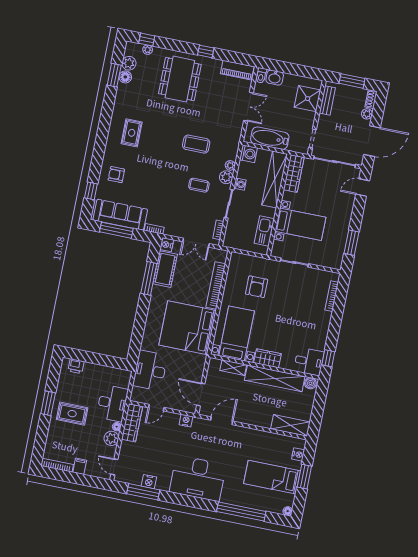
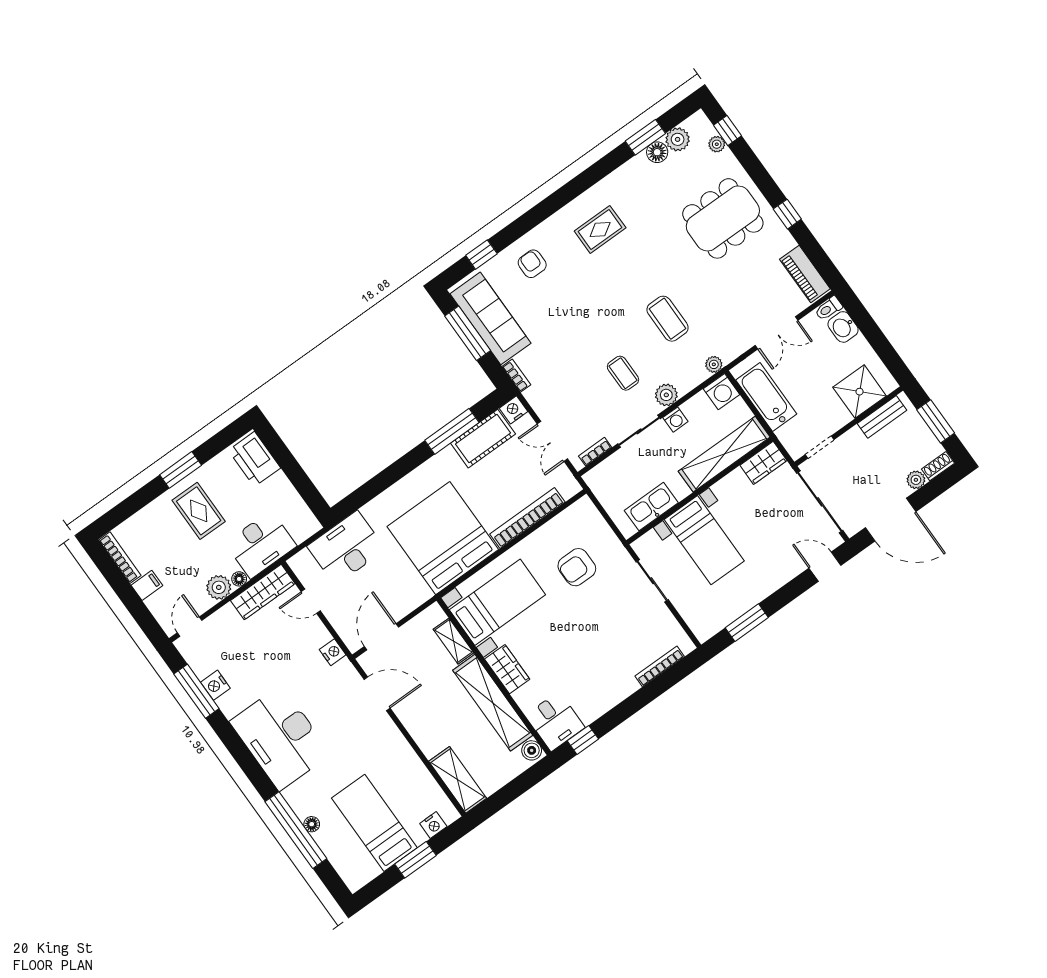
plant: (230, 165) -> (714, 364), moved
wardrobe: (294, 173) -> (763, 463), width x0.67
printer: (76, 366) -> (254, 459), width x1.87, depth x1.48
floor lamp: (288, 511) -> (312, 824), moved

